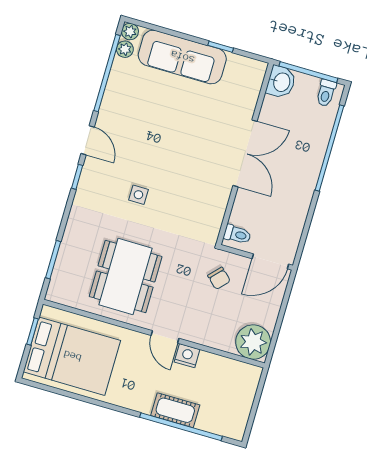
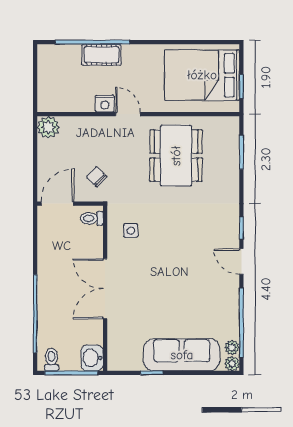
side table: (138, 195) -> (131, 231), moved
plant: (253, 342) -> (48, 127), width x0.73, depth x0.73

